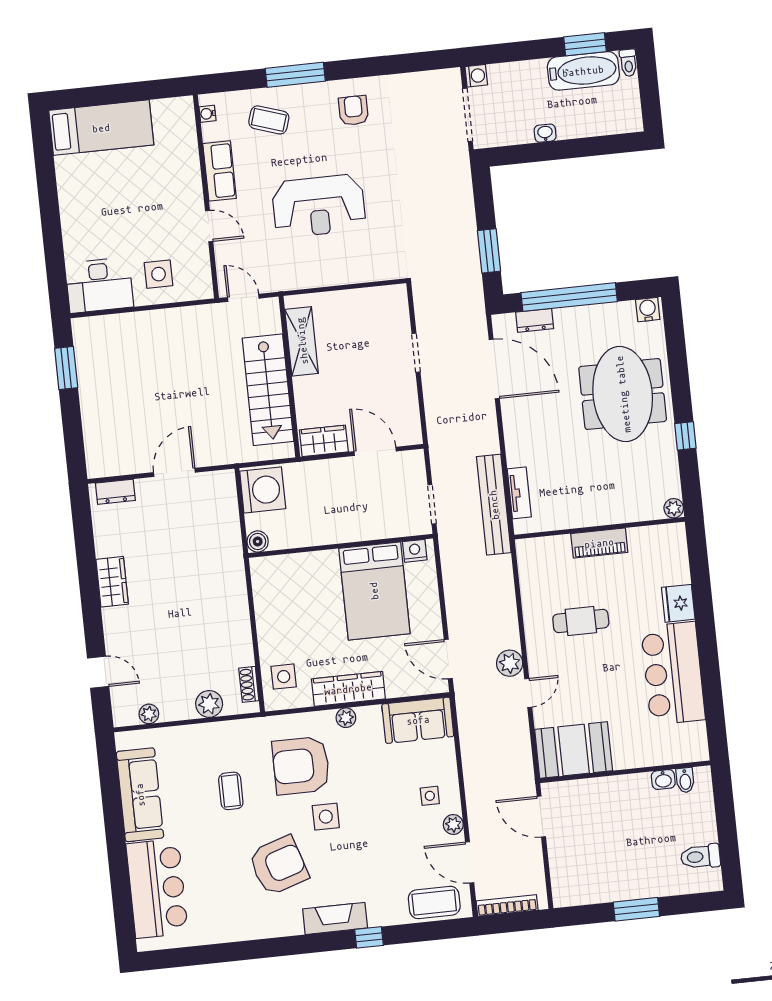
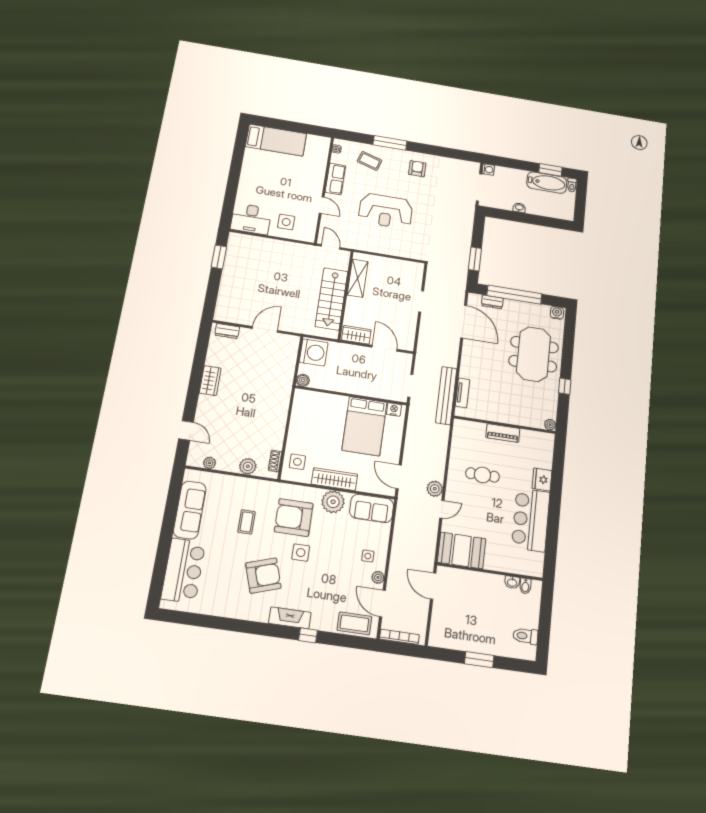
plant: (346, 718) -> (333, 502), width x1.88, depth x1.88

